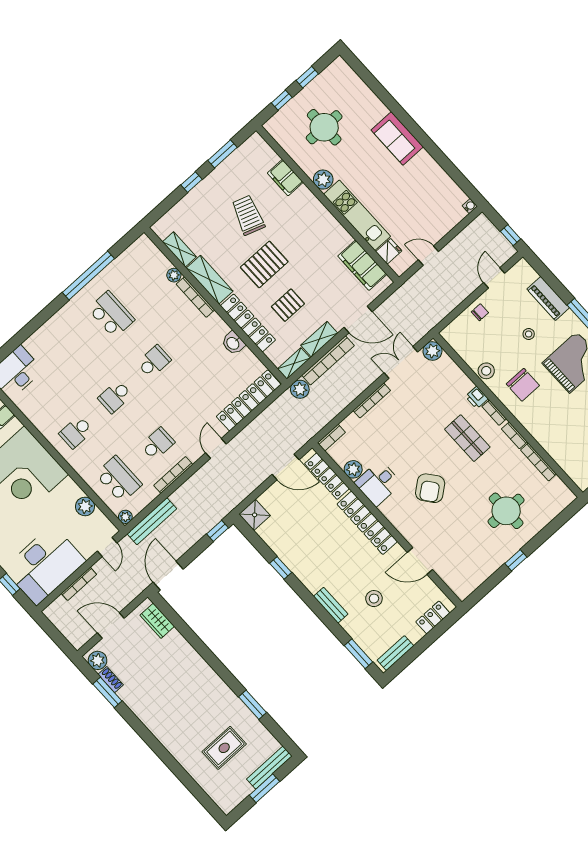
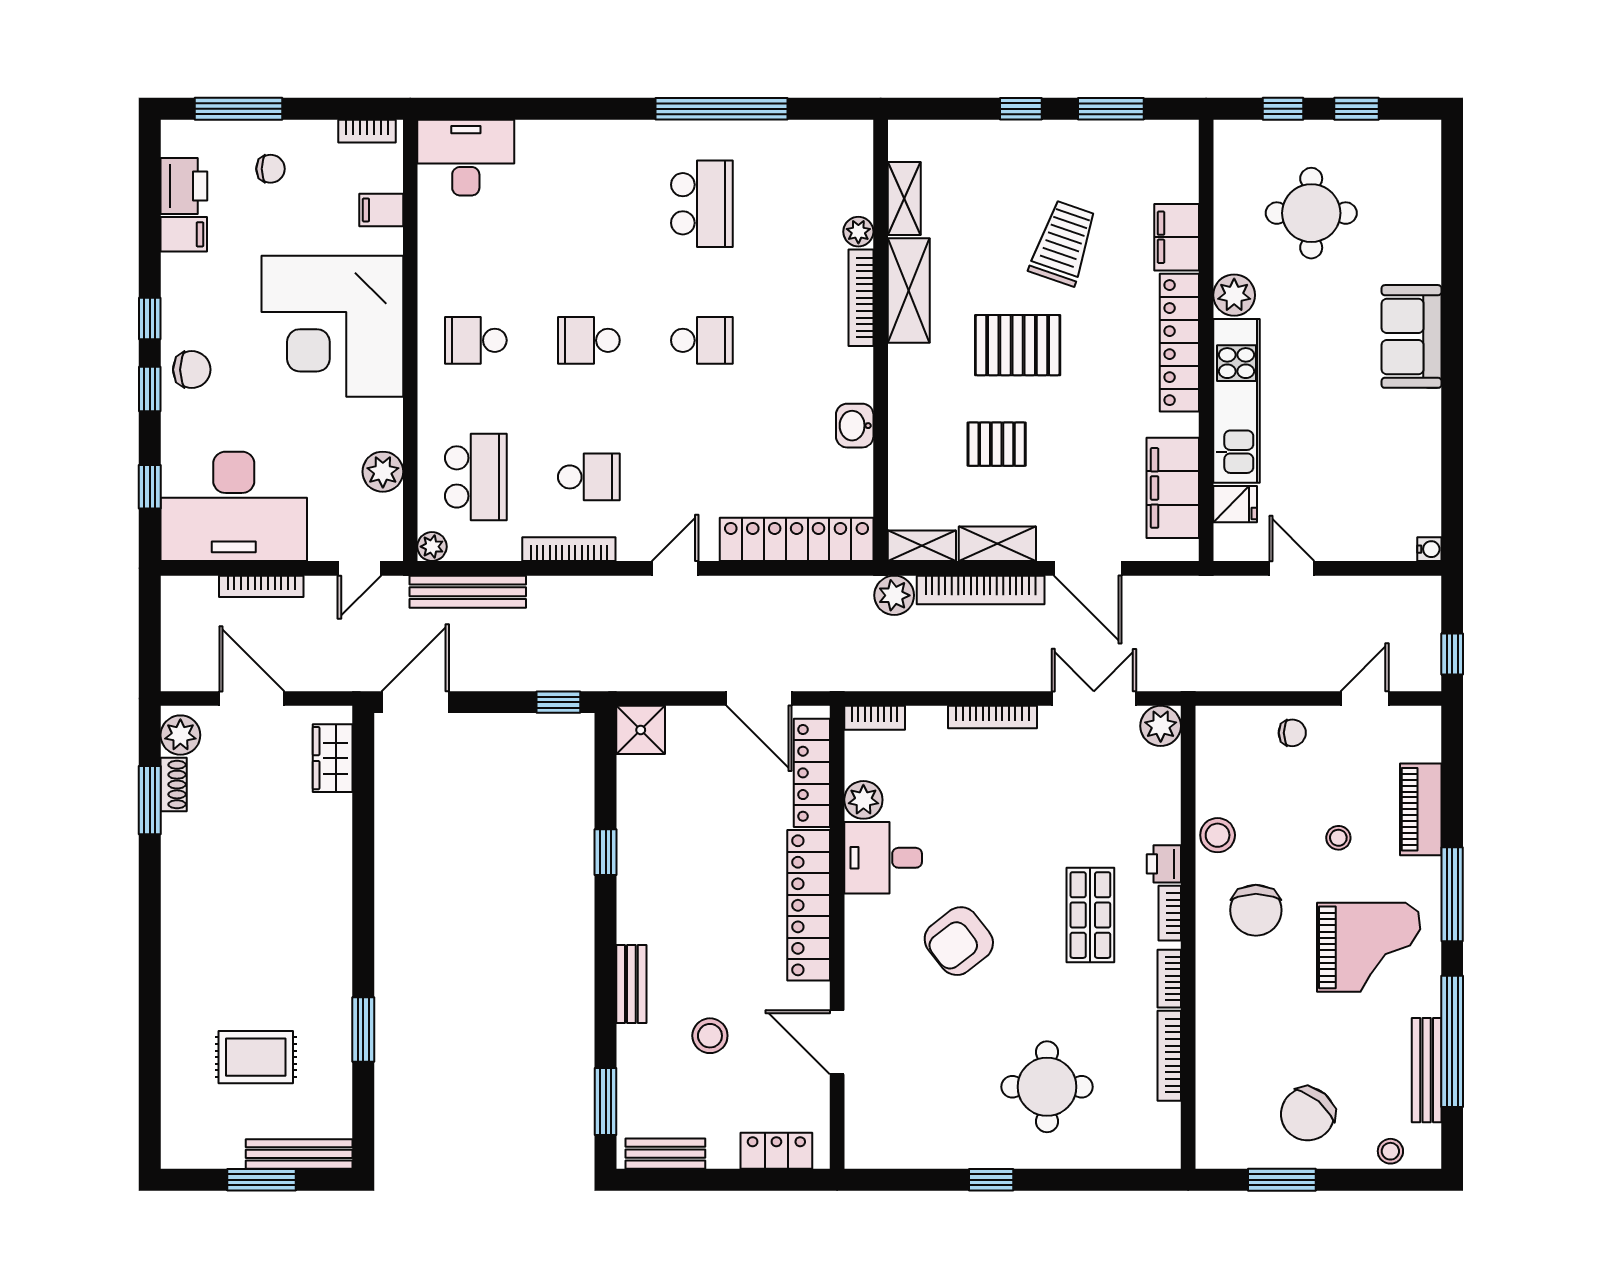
locker: (248, 323) -> (1179, 343), moved, turned 180

